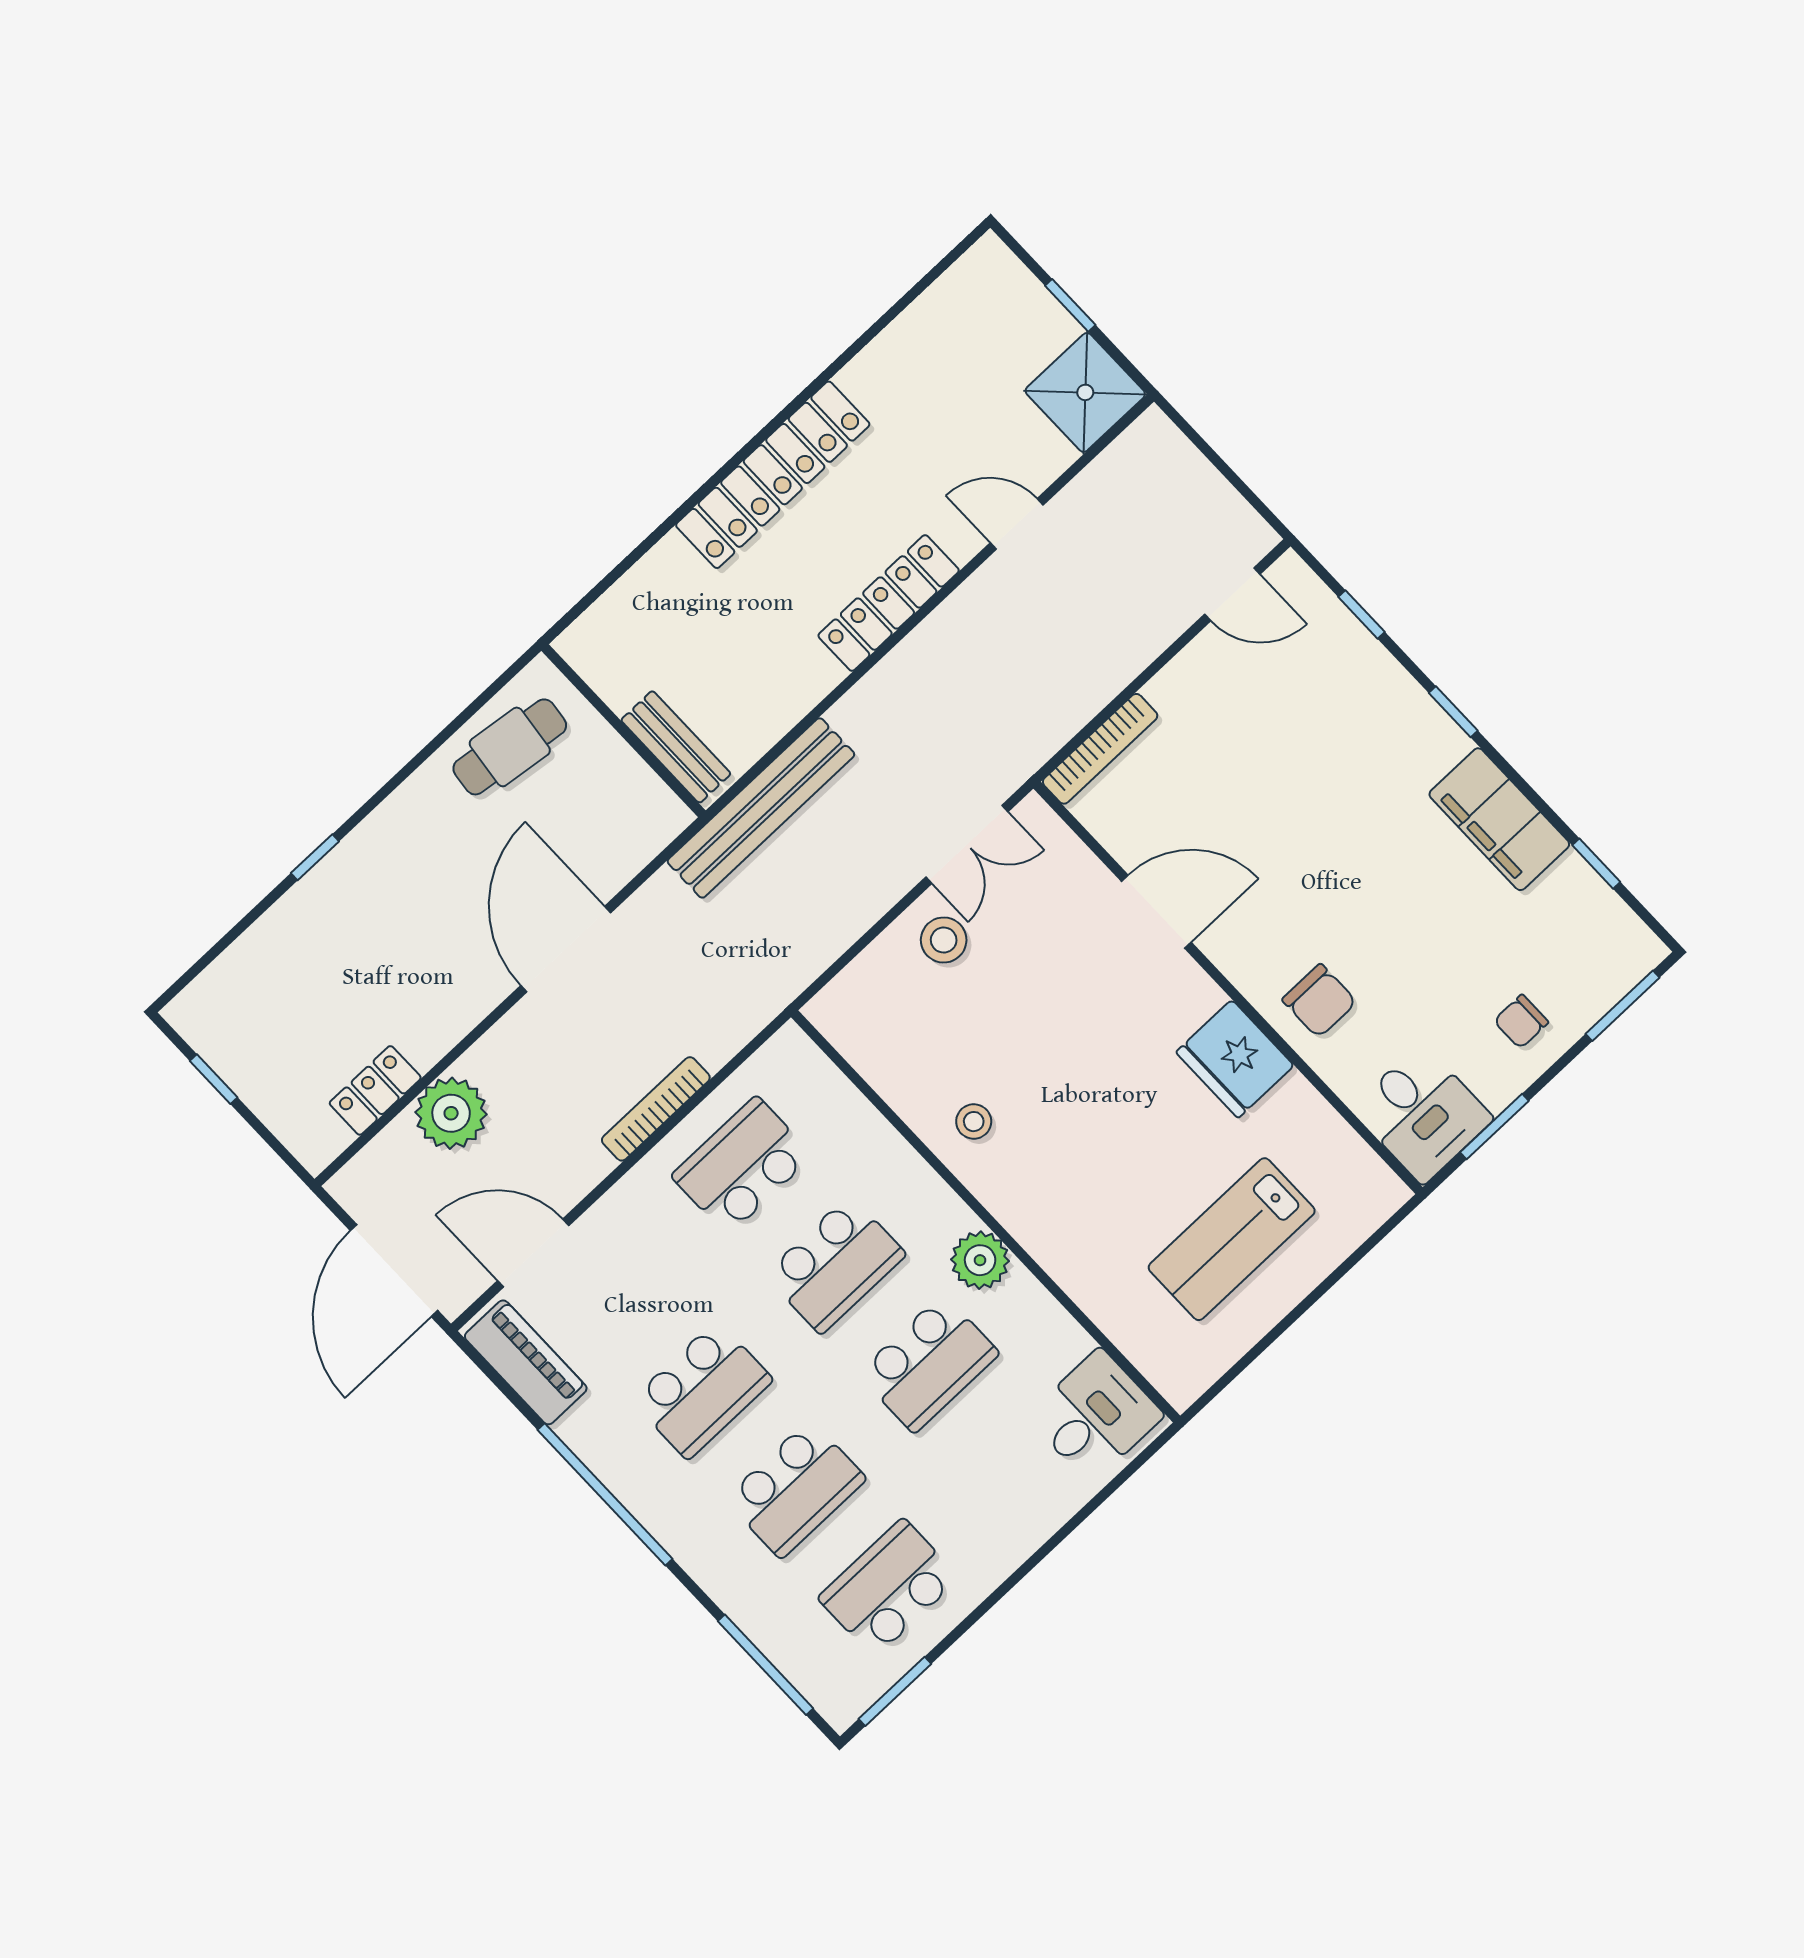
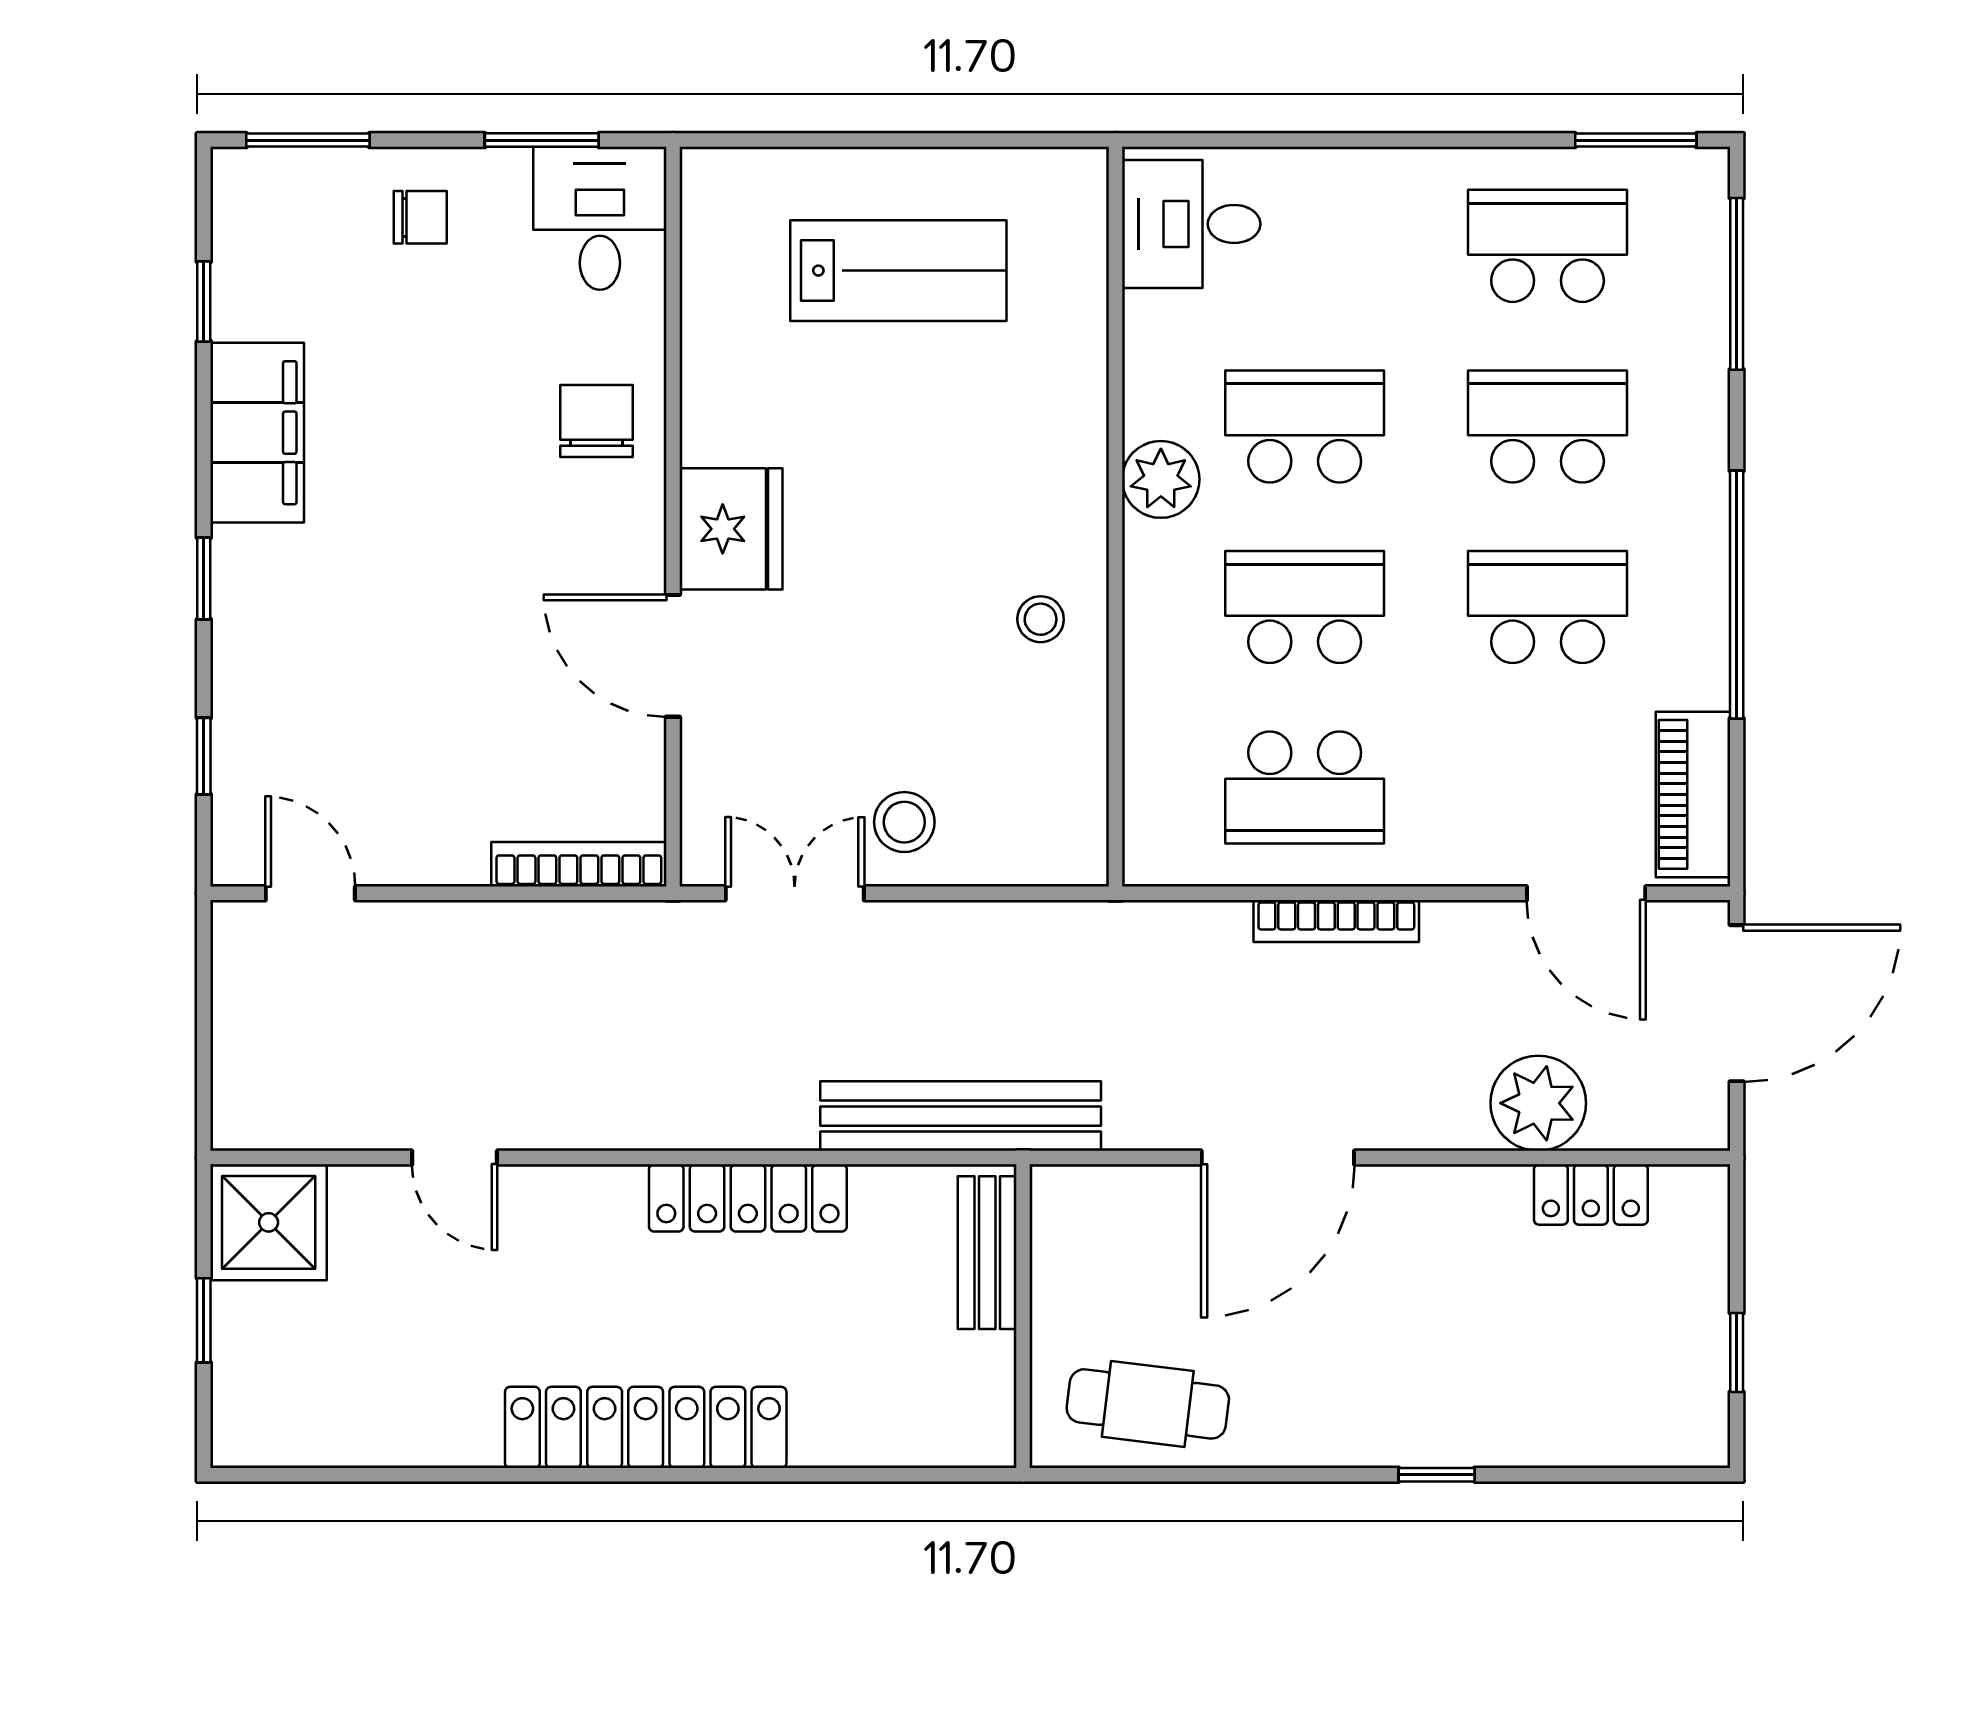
locker: (889, 603) -> (748, 1198), moved
fridge: (1235, 1059) -> (731, 529), moved
school desk: (889, 1588) -> (1548, 246), turned 180

